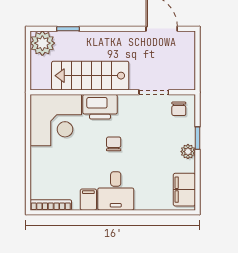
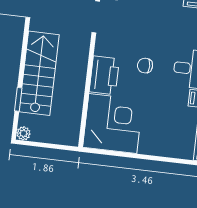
plant: (42, 43) -> (24, 133), width x0.53, depth x0.53
stairs: (90, 76) -> (39, 73), moved, turned 180

